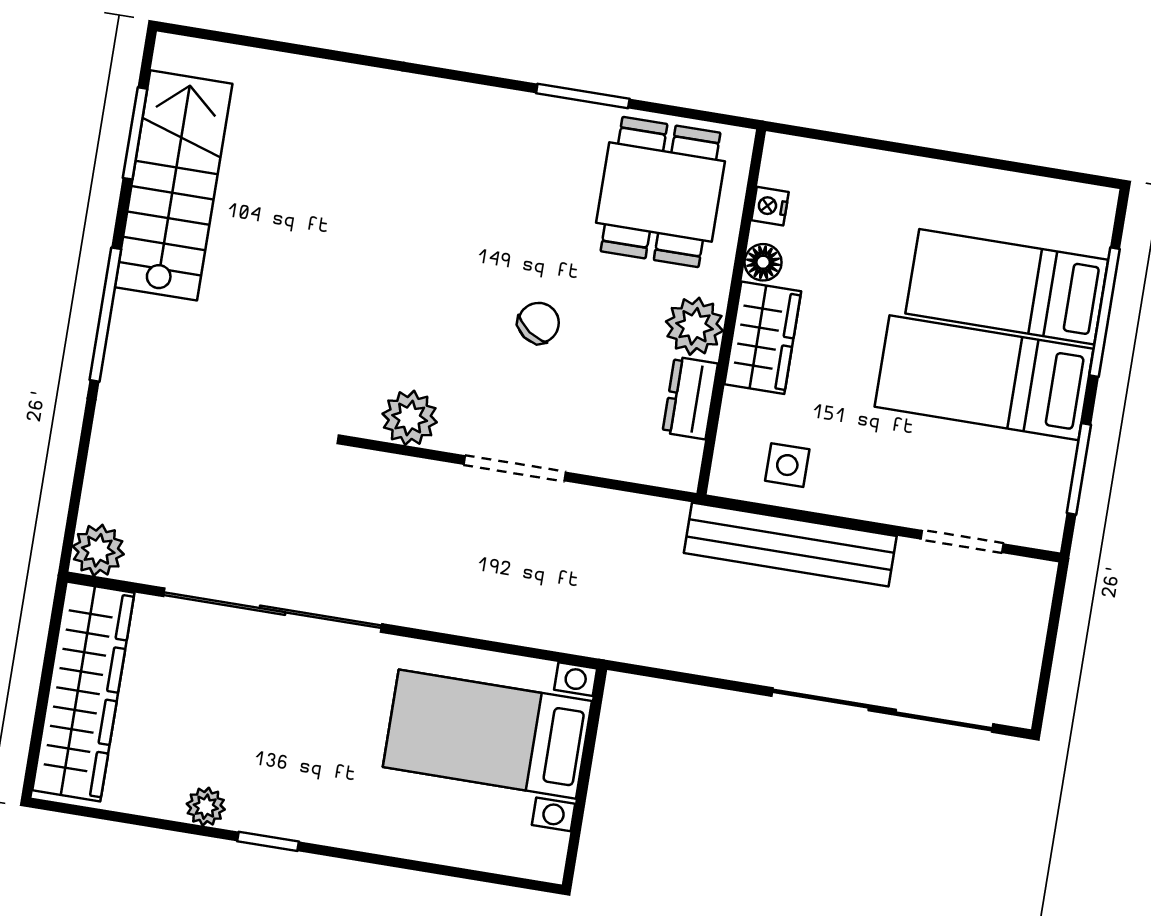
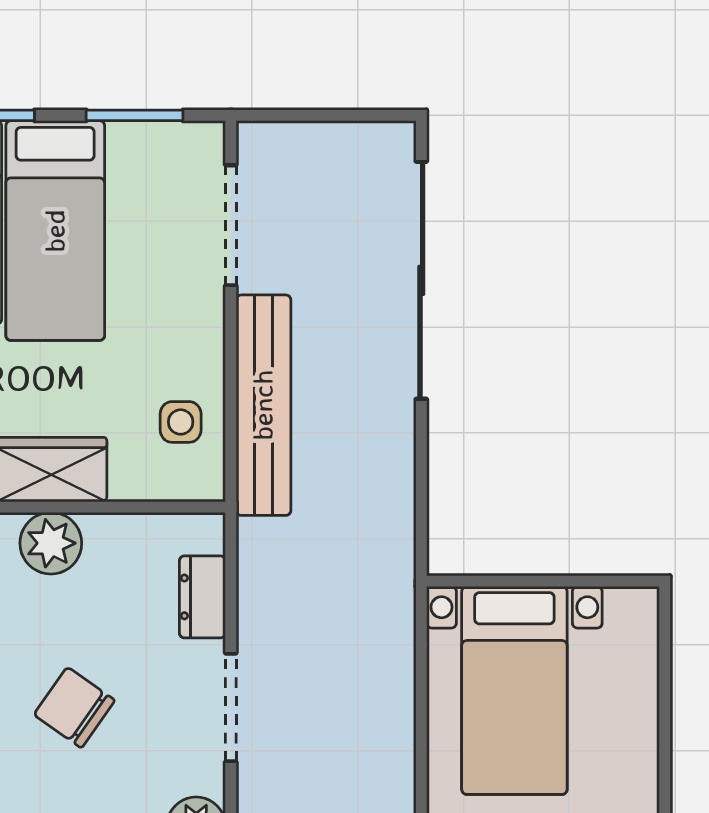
chair: (538, 323) -> (74, 707), width x1.37, depth x1.37
dresser: (690, 398) -> (202, 597), moved, turned 90
doorway: (962, 542) -> (231, 225), width x1.38

